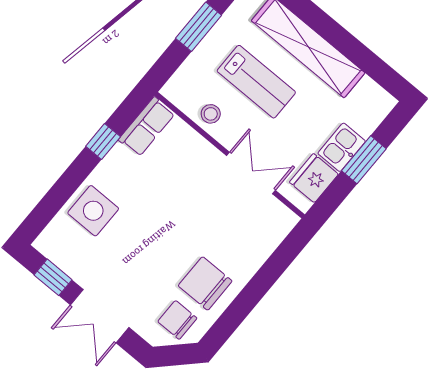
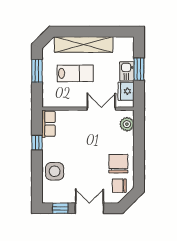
stool: (211, 114) -> (68, 99), removed
plant: (271, 232) -> (127, 124), added
chair: (205, 283) -> (118, 164), turned 90
double door: (100, 316) -> (89, 208), swing flipped

